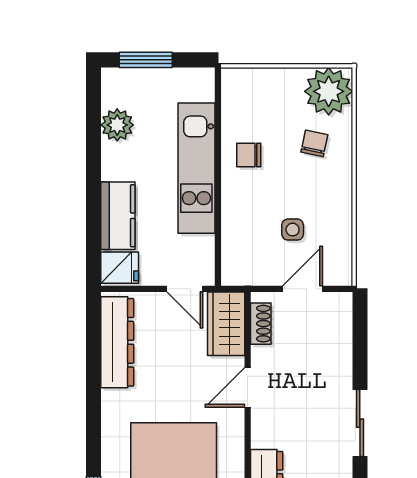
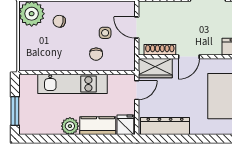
plant: (117, 125) -> (70, 126), moved
chair: (249, 155) -> (96, 54), moved
shoe rack: (261, 324) -> (160, 50), width x1.43
door: (248, 387) -> (189, 57), hinge flipped

